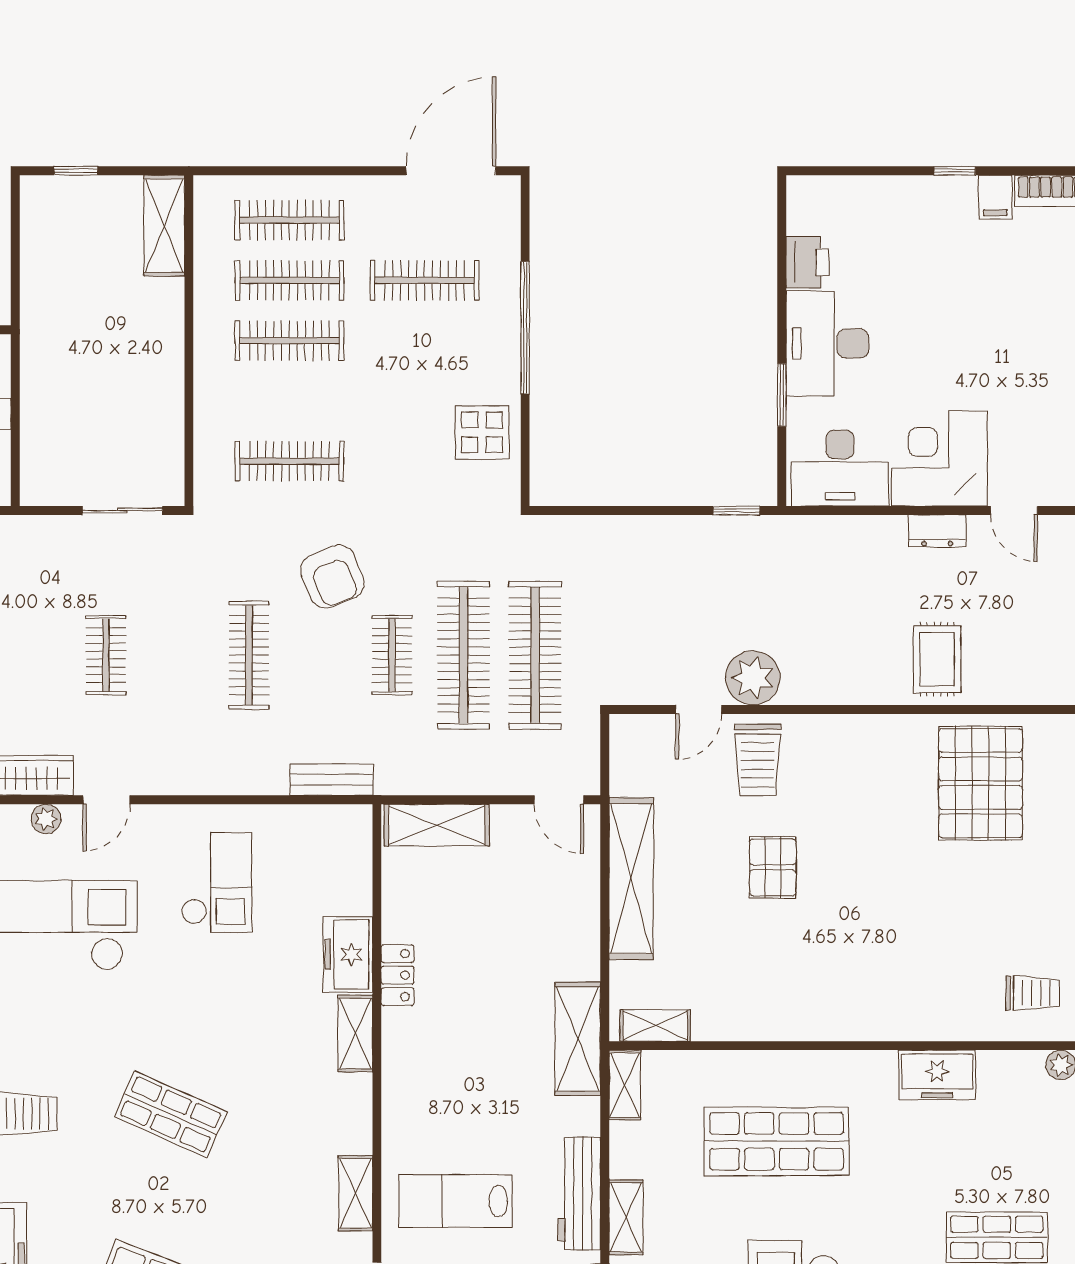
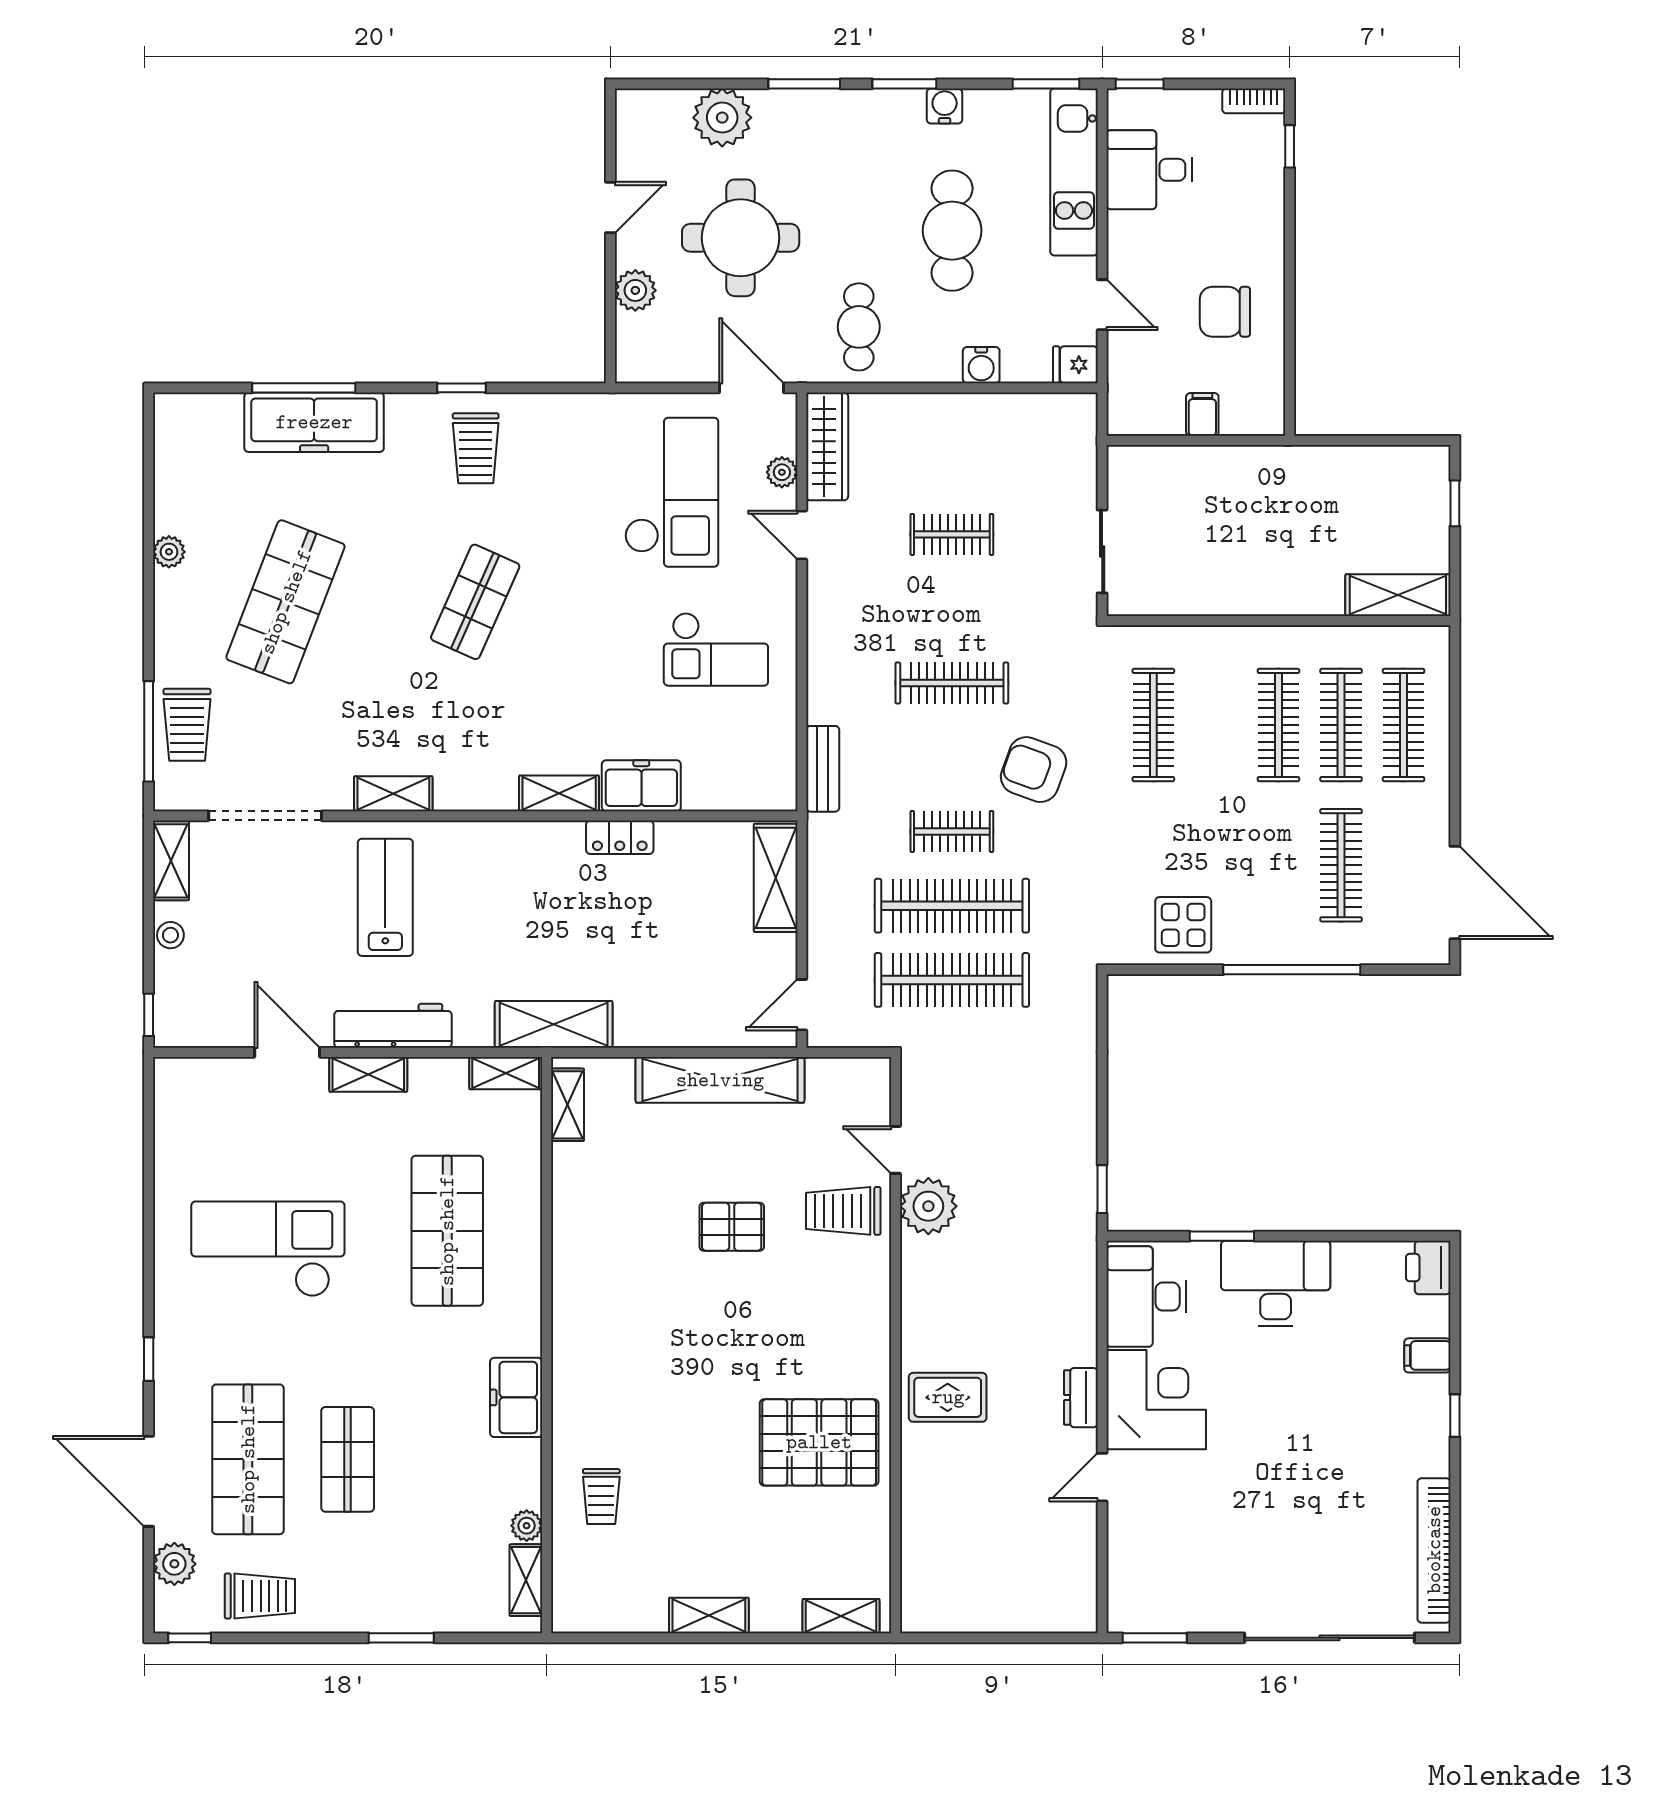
filing cabinet: (995, 197) -> (1427, 1355), moved
printer: (808, 262) -> (1428, 1268), moved, turned 90
armchair: (332, 577) -> (1034, 770), turned 42

